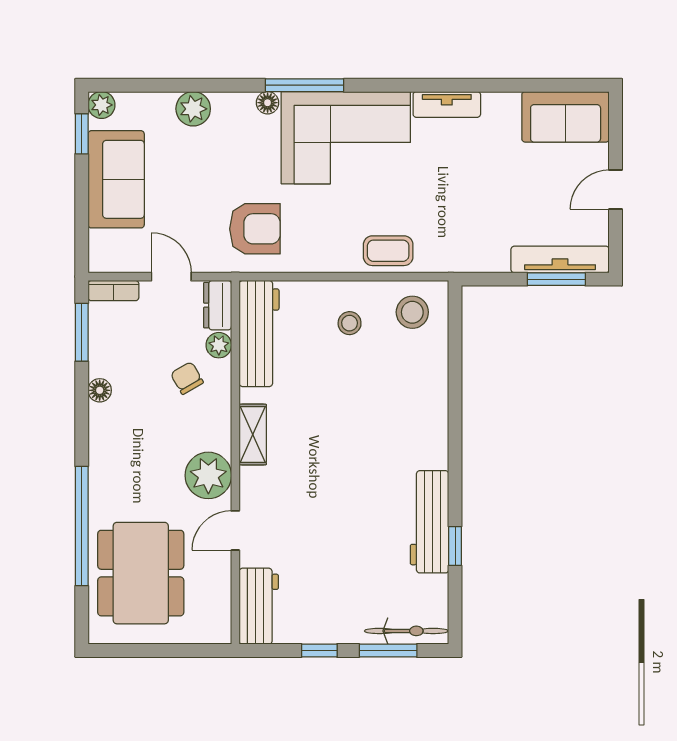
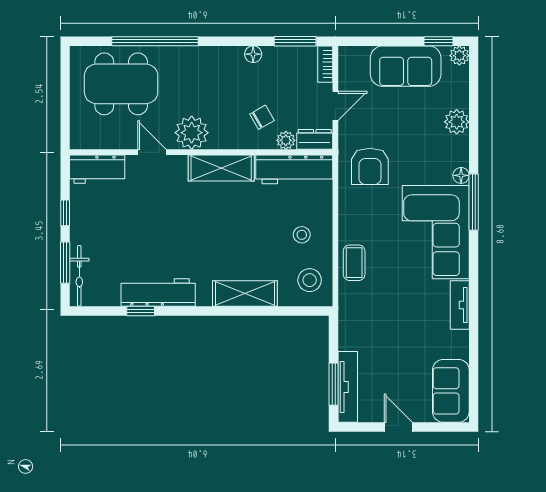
shelving: (431, 402) -> (245, 294), added
shelving: (253, 435) -> (221, 168), width x1.50, depth x1.33

